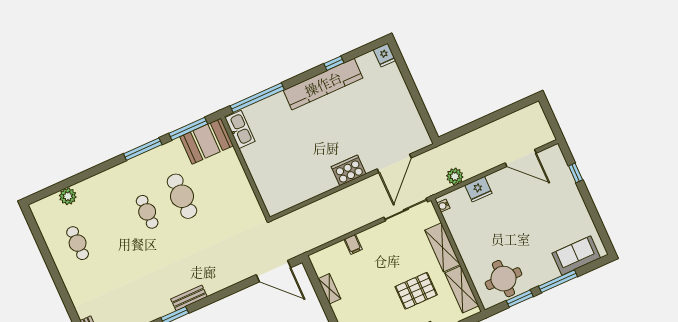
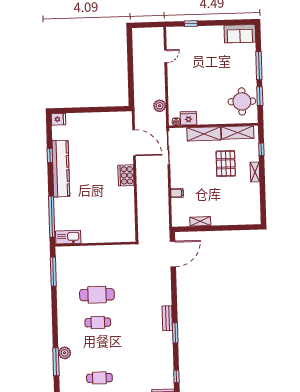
booth: (207, 141) -> (67, 263), removed
window: (143, 149) -> (56, 362), moved
door: (521, 158) -> (166, 56), width x0.53
fridge: (478, 189) -> (188, 118), moved, turned -90
plant: (68, 196) -> (65, 353), moved
sofa: (576, 256) -> (240, 34), moved, turned -90

